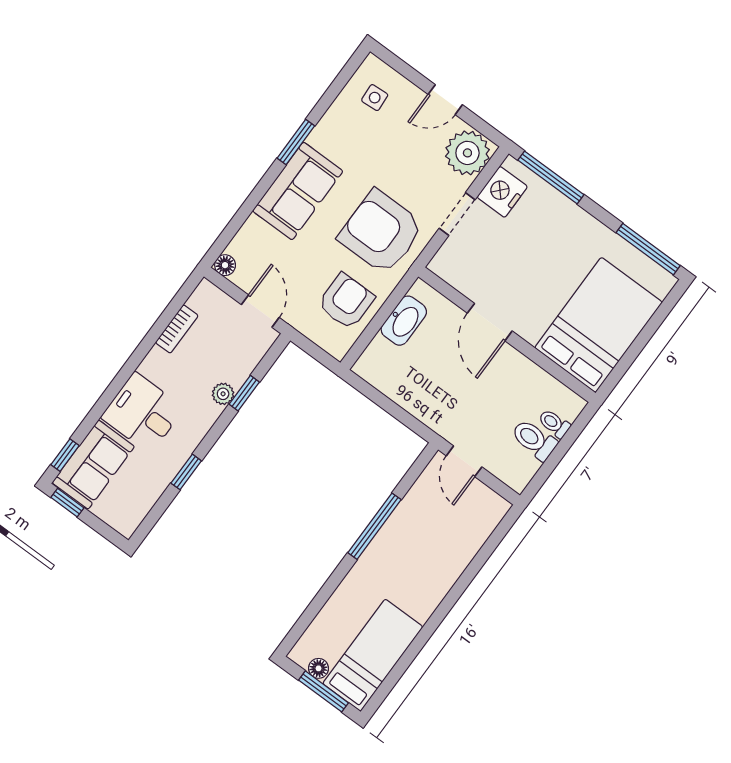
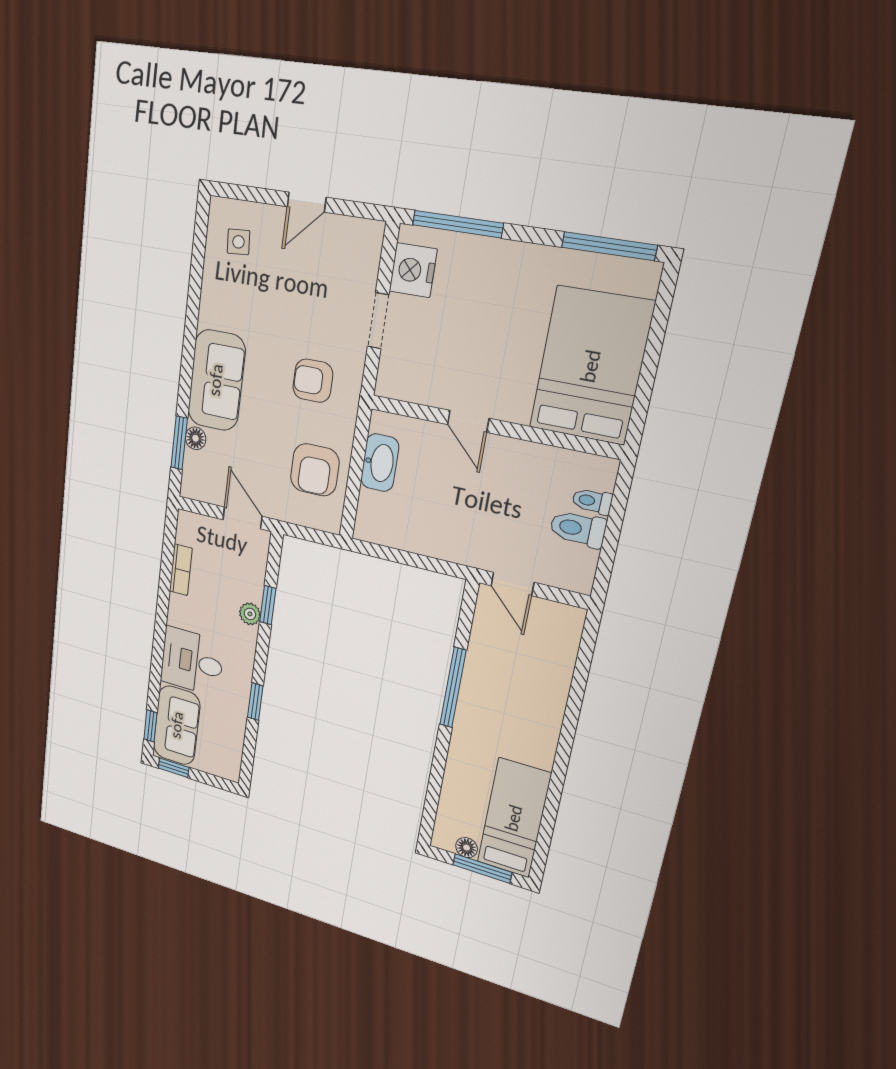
window: (296, 142) -> (179, 443), moved
plant: (467, 153) -> (357, 248), removed
armchair: (381, 232) -> (313, 381), width x0.53, depth x0.53
floor lamp: (225, 265) -> (196, 438), moved
armchair: (346, 301) -> (315, 470), turned 180
door: (490, 322) -> (468, 421), width x0.73

